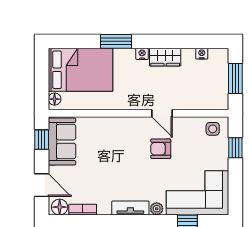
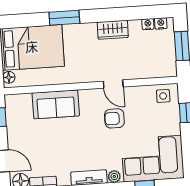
nightstand: (142, 54) -> (161, 23), moved
sofa: (62, 142) -> (56, 104), moved, turned 90

